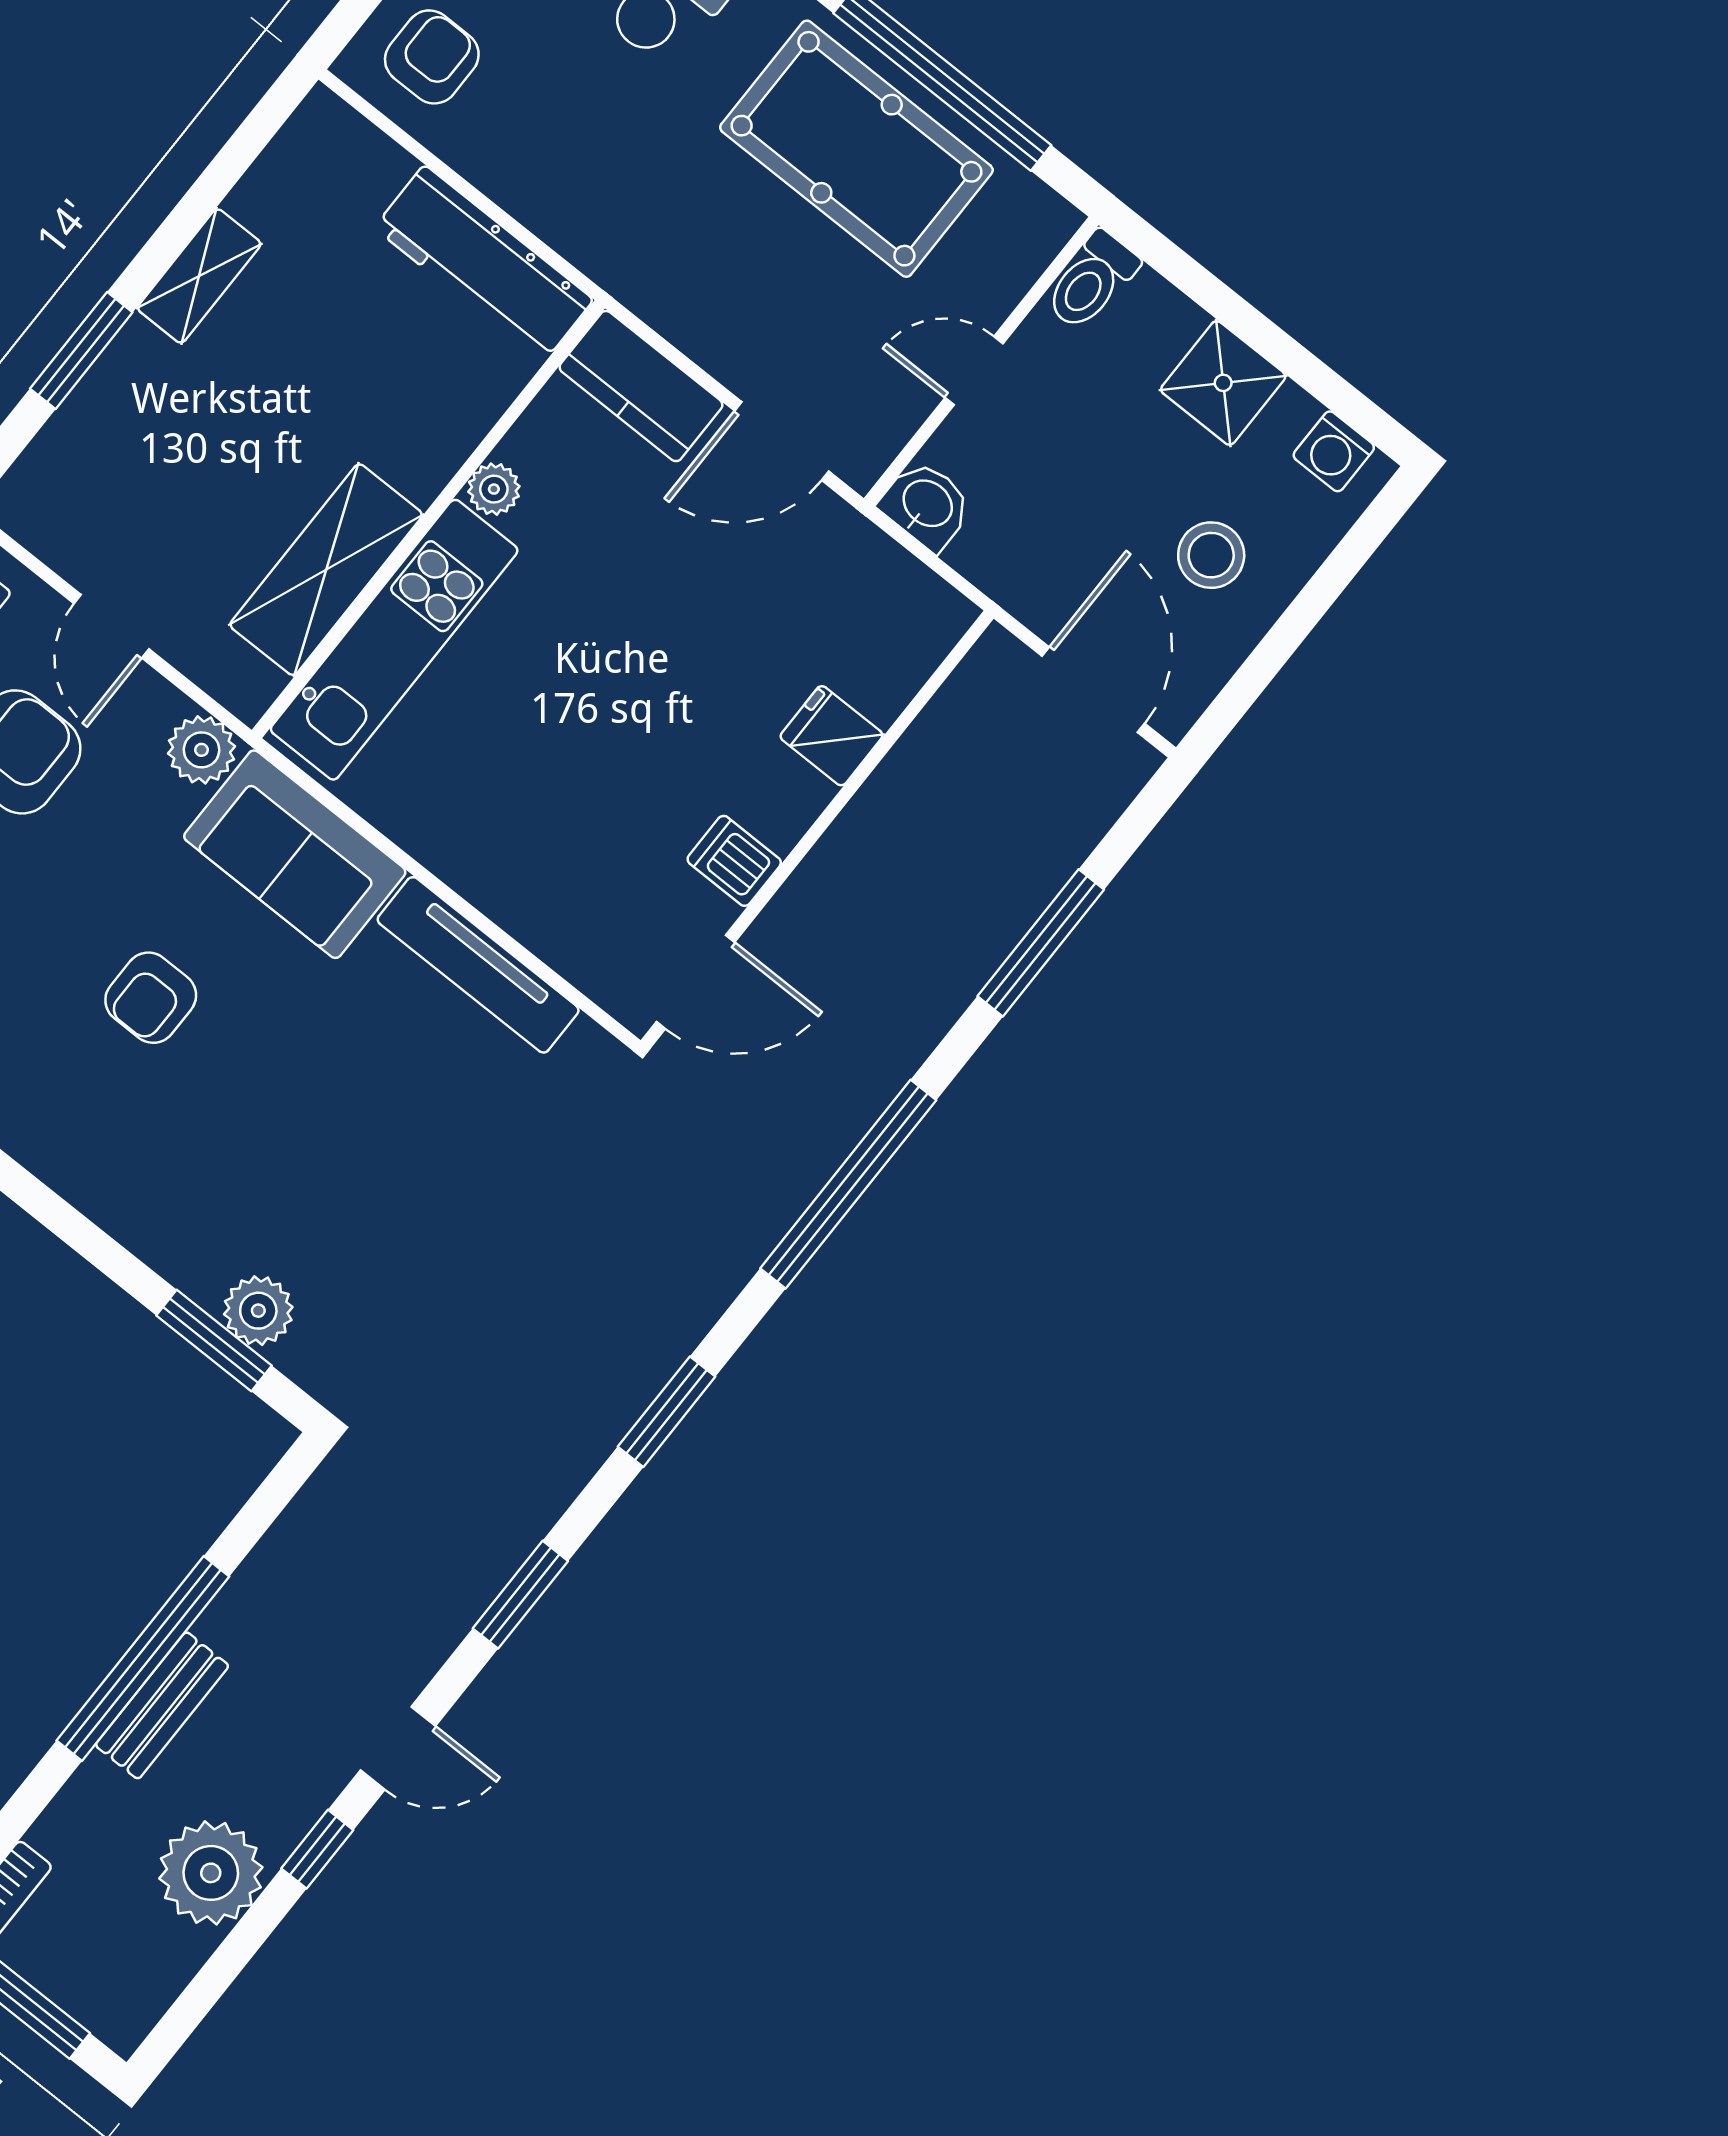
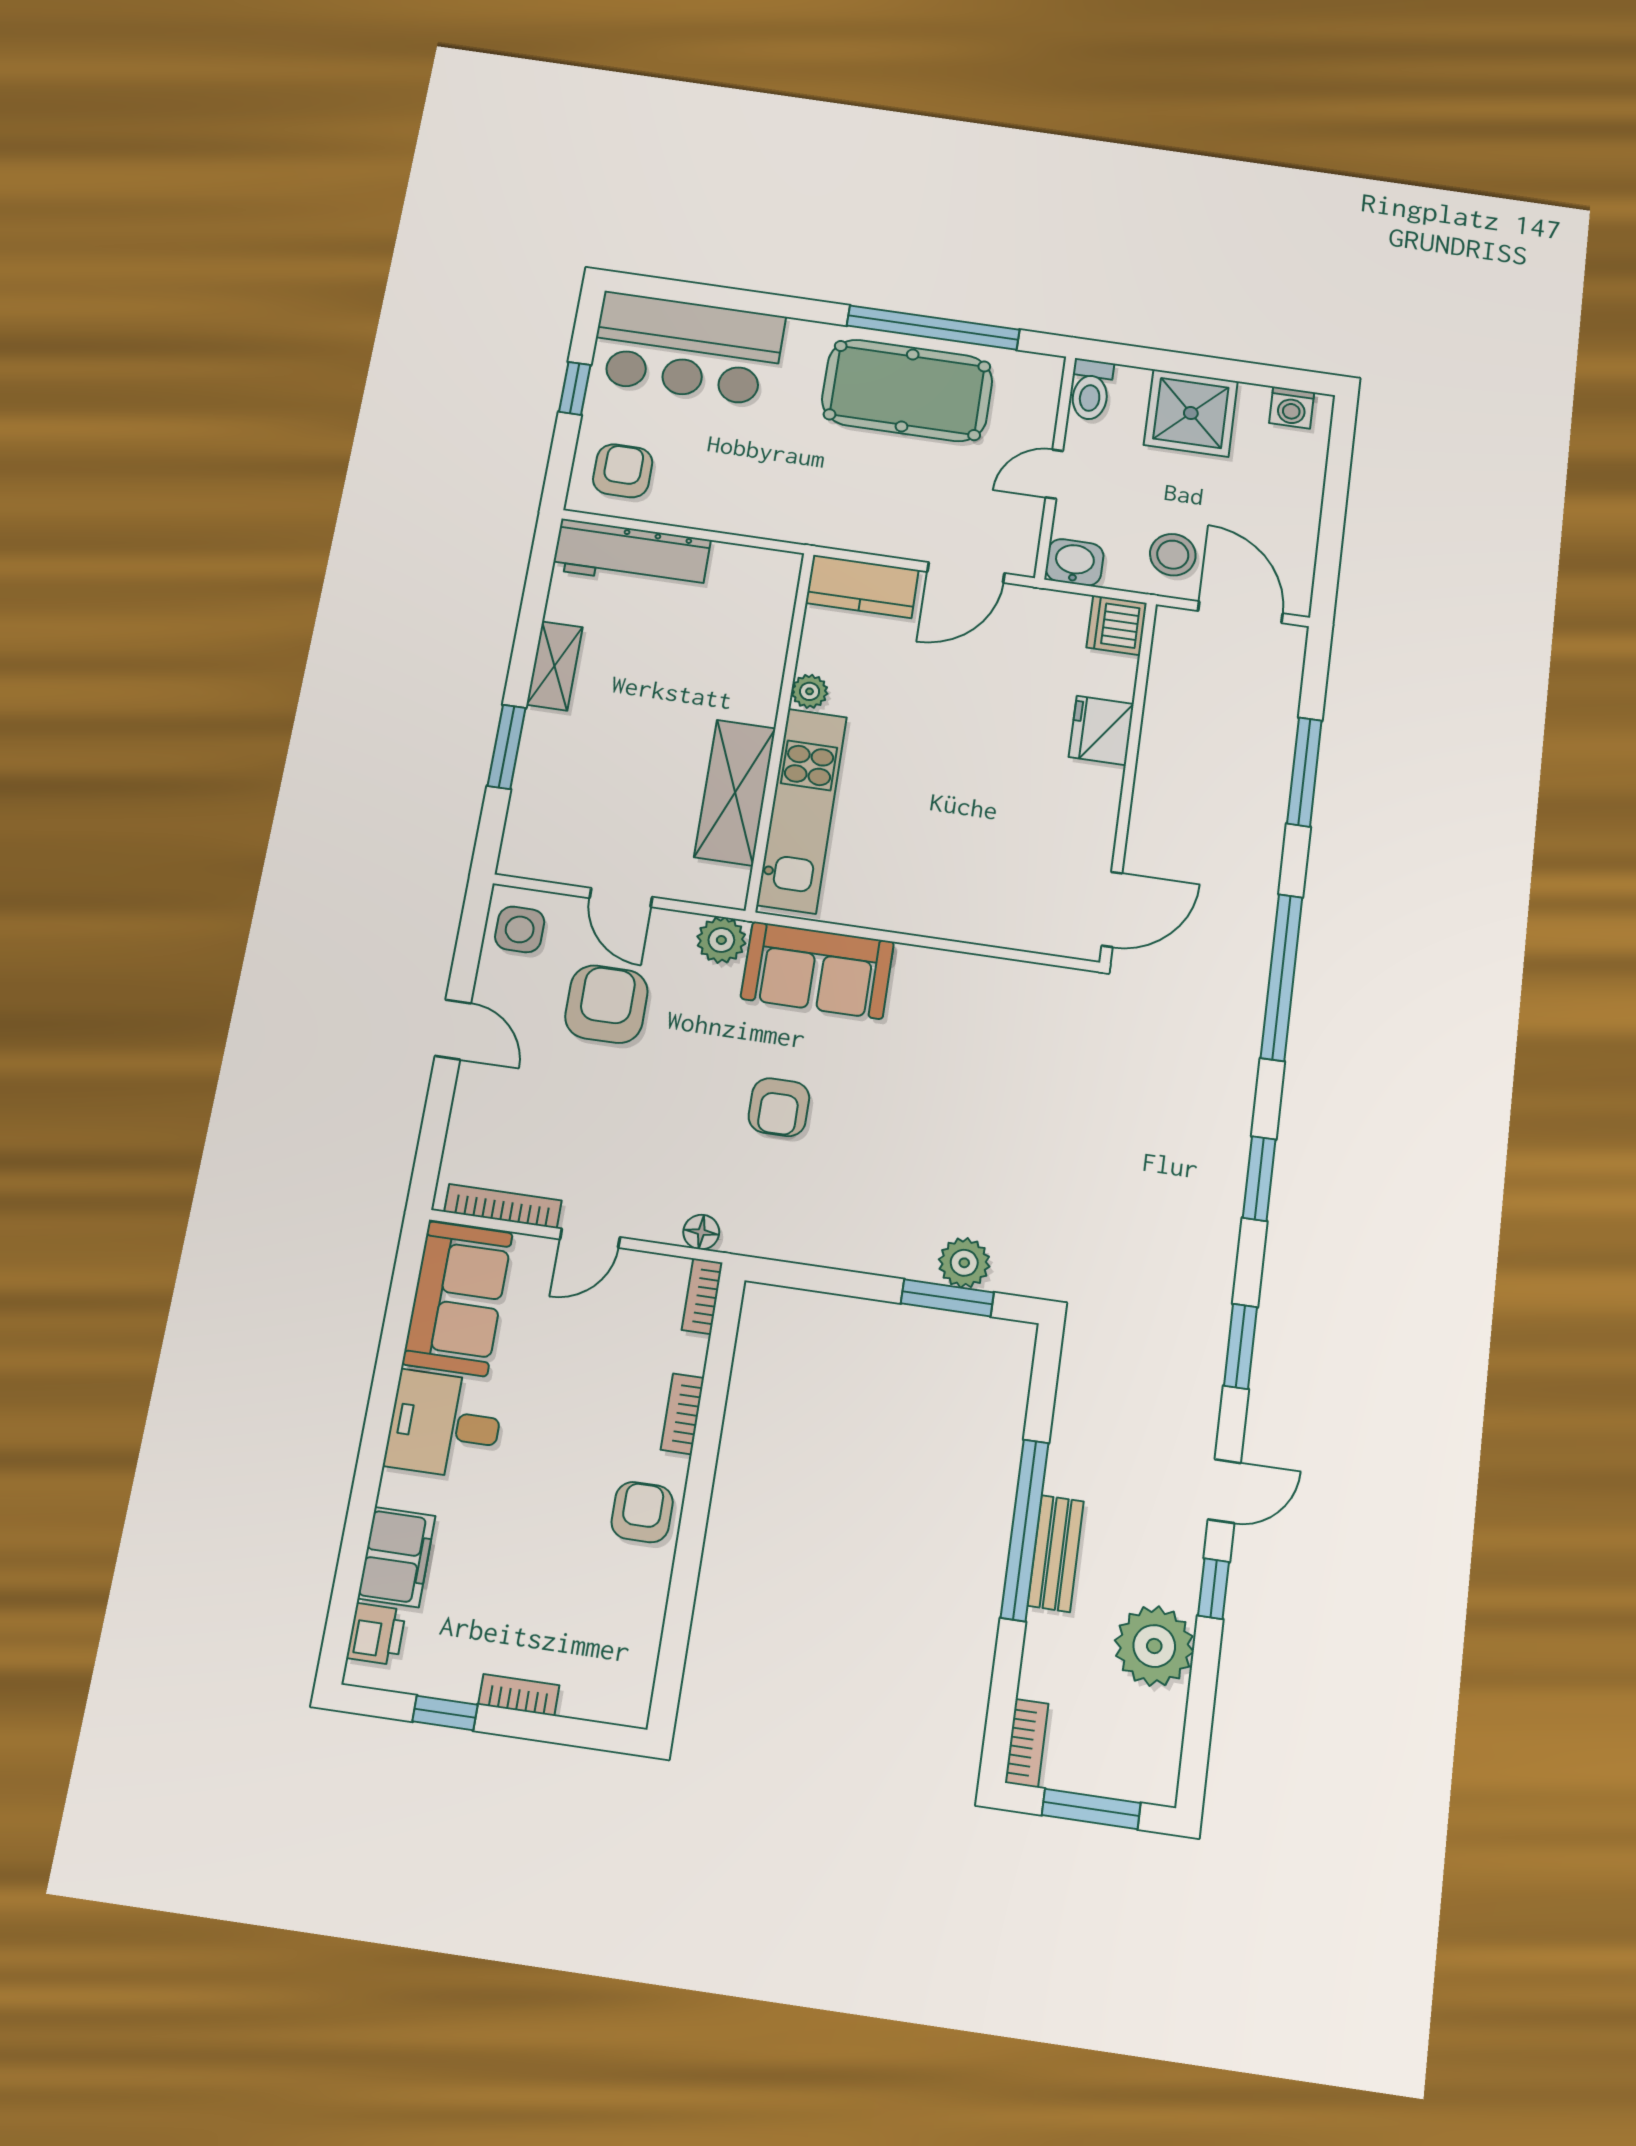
workbench: (484, 264) -> (632, 555), moved
shower: (1223, 383) -> (1191, 413), width x1.36, depth x1.36
stool: (1211, 555) -> (1173, 555), moved
fridge: (832, 736) -> (1101, 730), width x1.38
dishwasher: (734, 861) -> (1117, 625), moved, width x1.38
tv unit: (478, 965) -> (972, 973), removed

